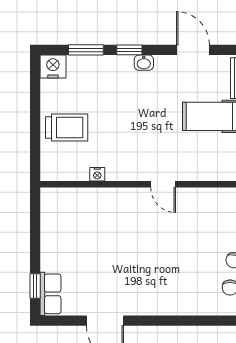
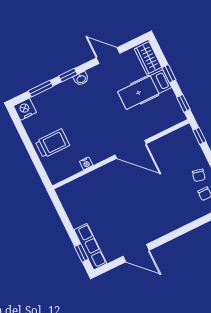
door: (163, 184) -> (131, 149), width x1.87
row of seats: (50, 294) -> (90, 247), width x1.48

